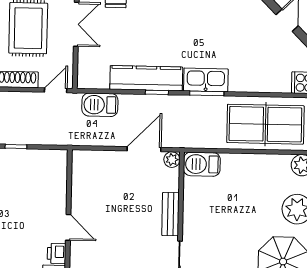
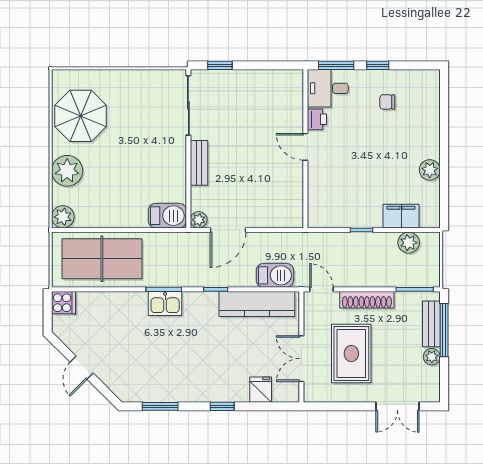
kitchen counter: (146, 78) -> (257, 304), moved
kitchen sink: (206, 80) -> (165, 304), width x0.73
door: (56, 90) -> (321, 289), swing flipped

